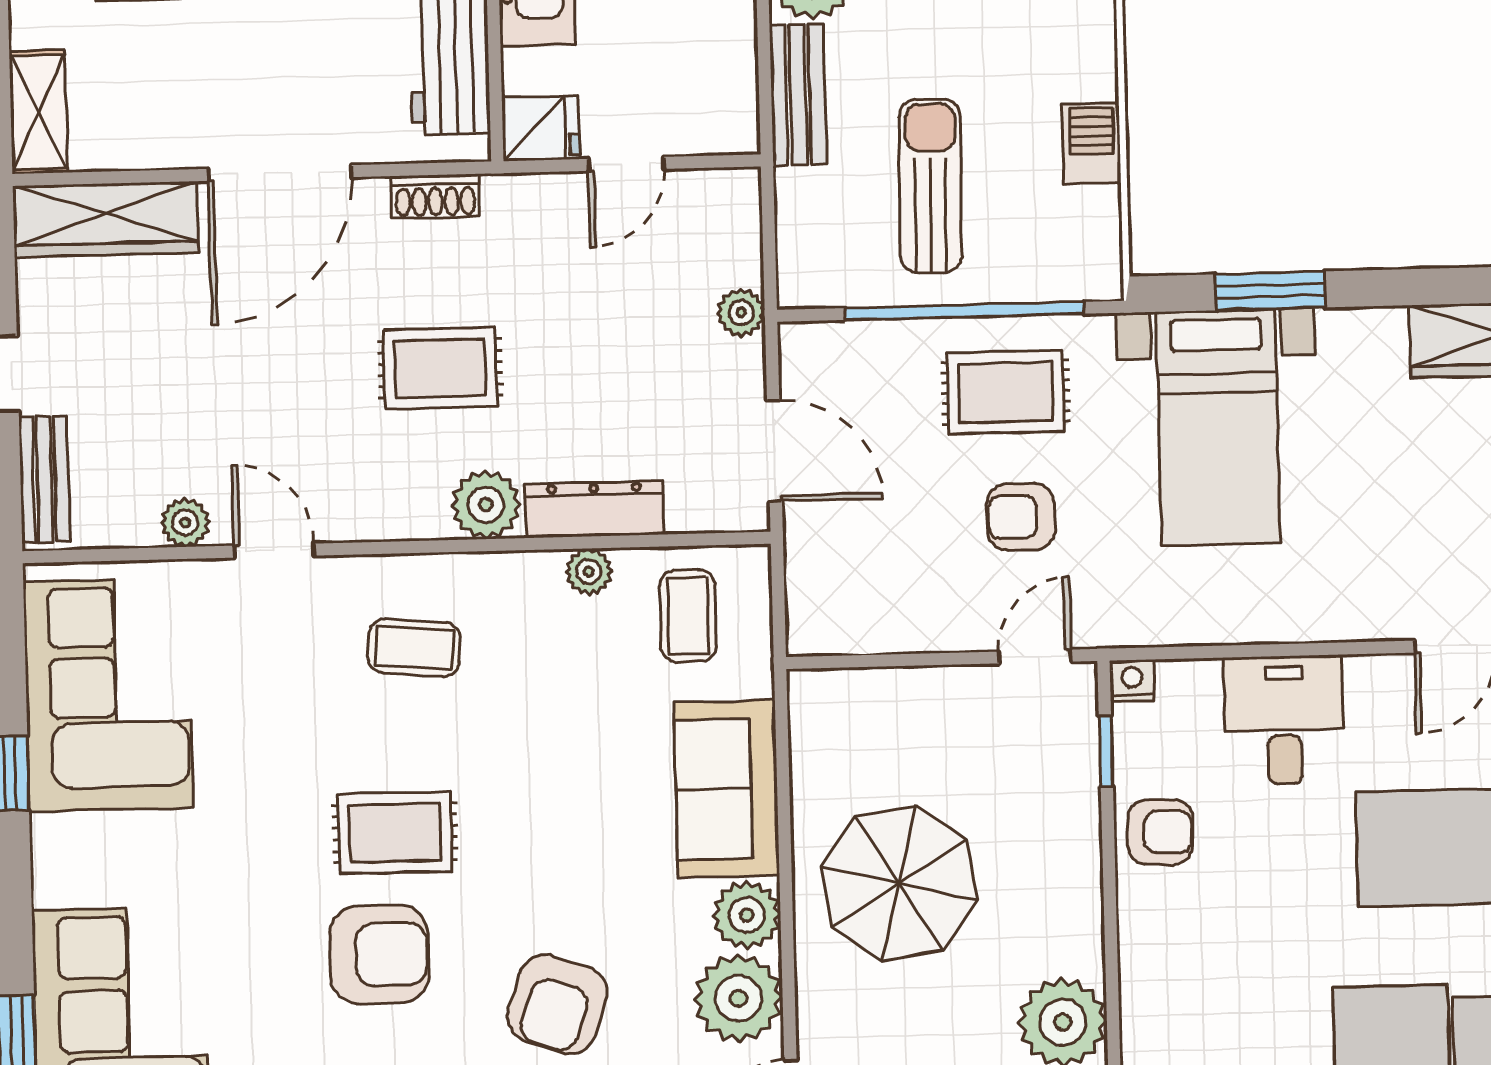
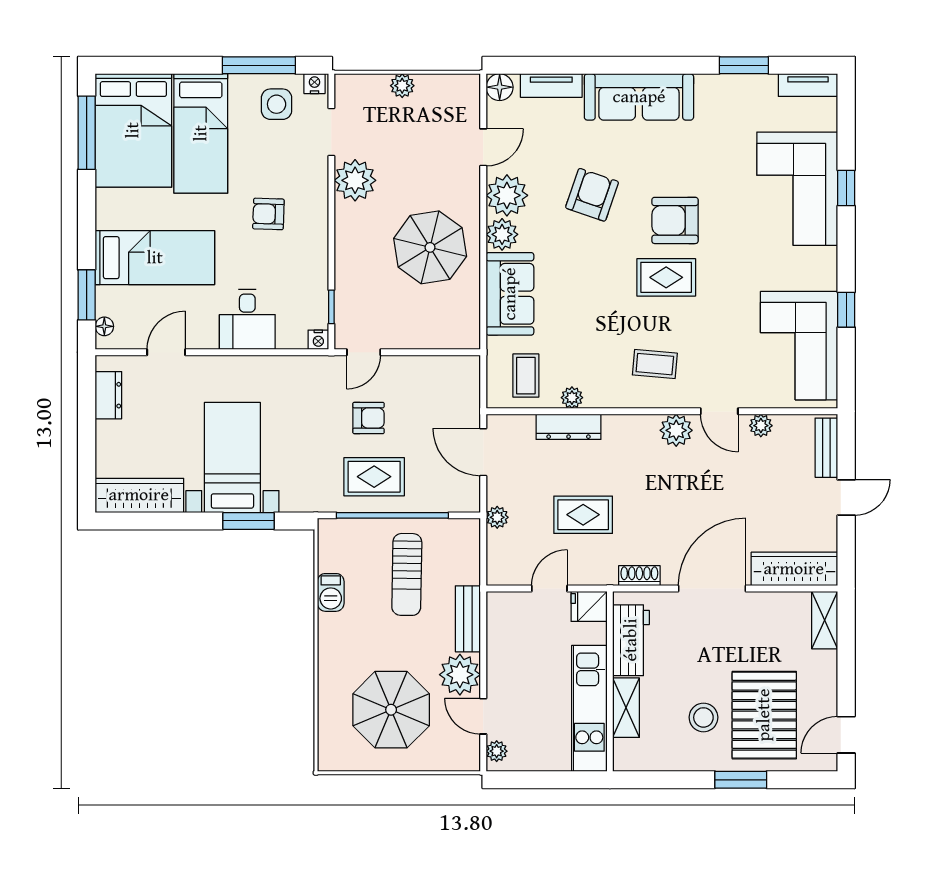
rug: (440, 368) -> (583, 515), moved
bed with nightstands: (1218, 428) -> (232, 457), moved
plant: (486, 505) -> (676, 430), moved
armchair: (1160, 832) -> (268, 214), moved

